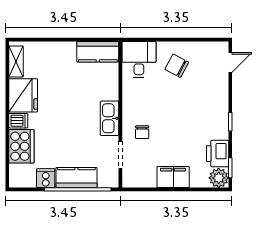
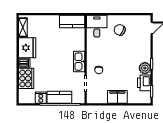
plant: (219, 178) -> (145, 68), moved

